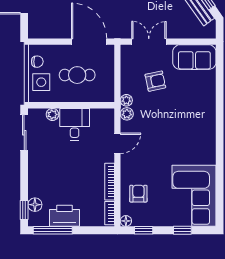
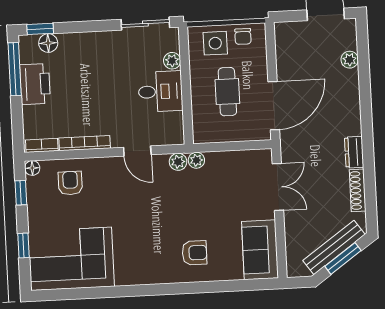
armchair: (155, 81) -> (194, 253), moved, turned -78
armchair: (138, 194) -> (70, 183), turned -90

